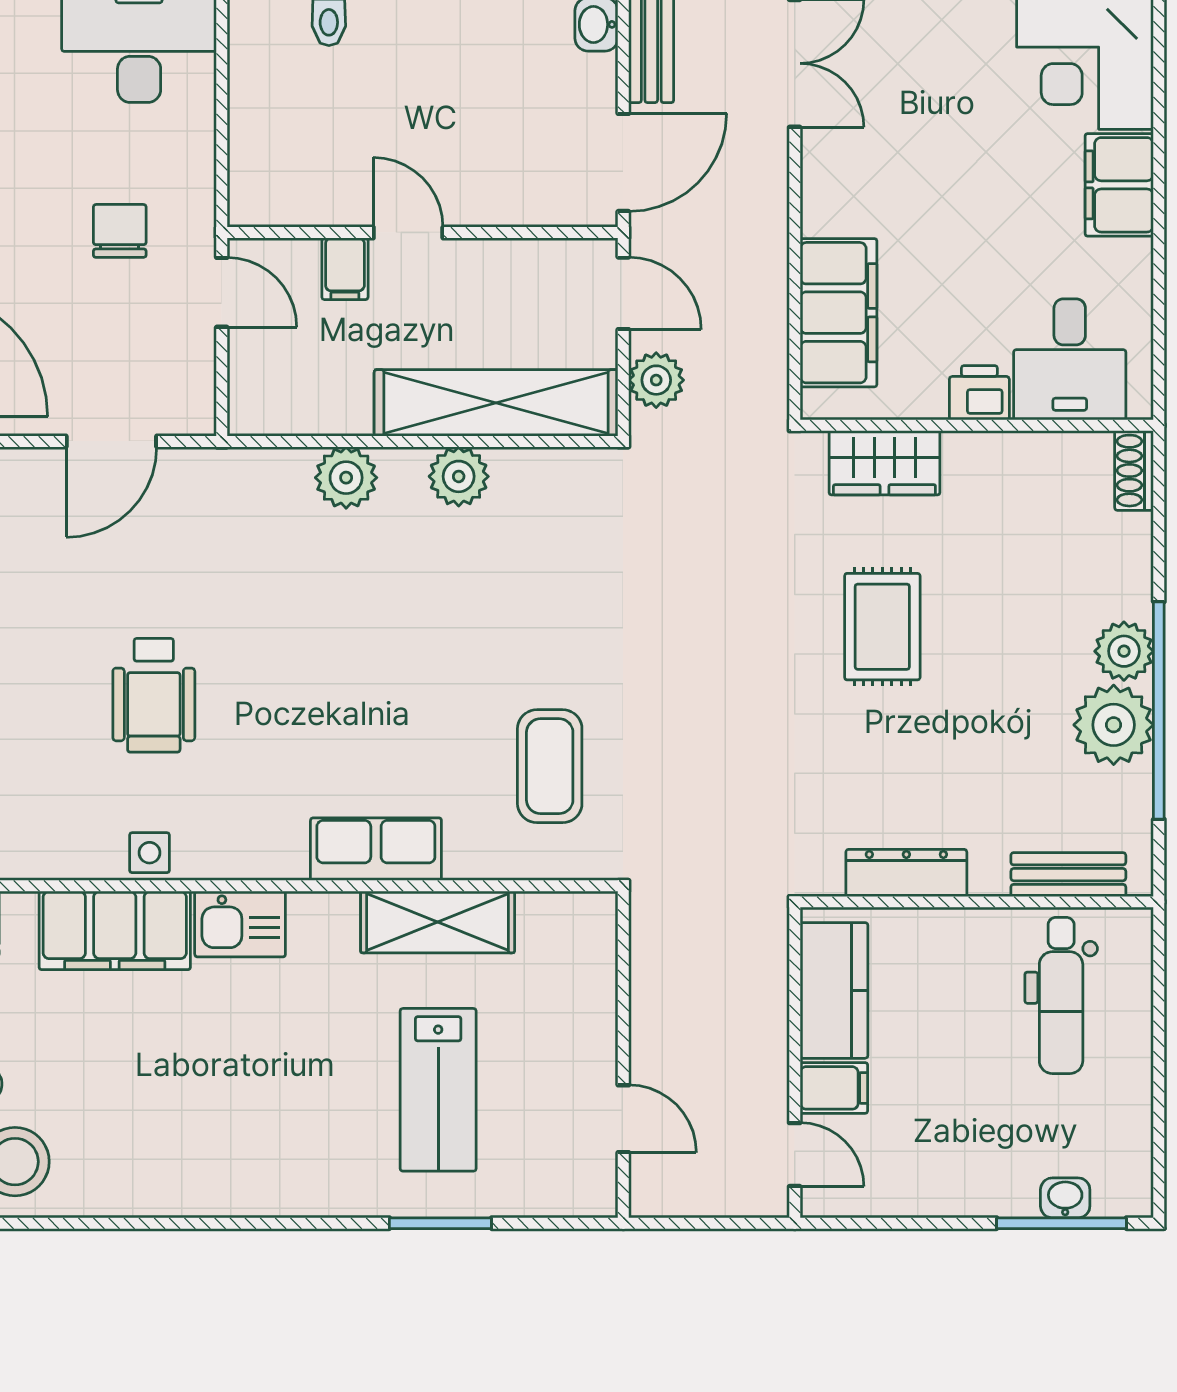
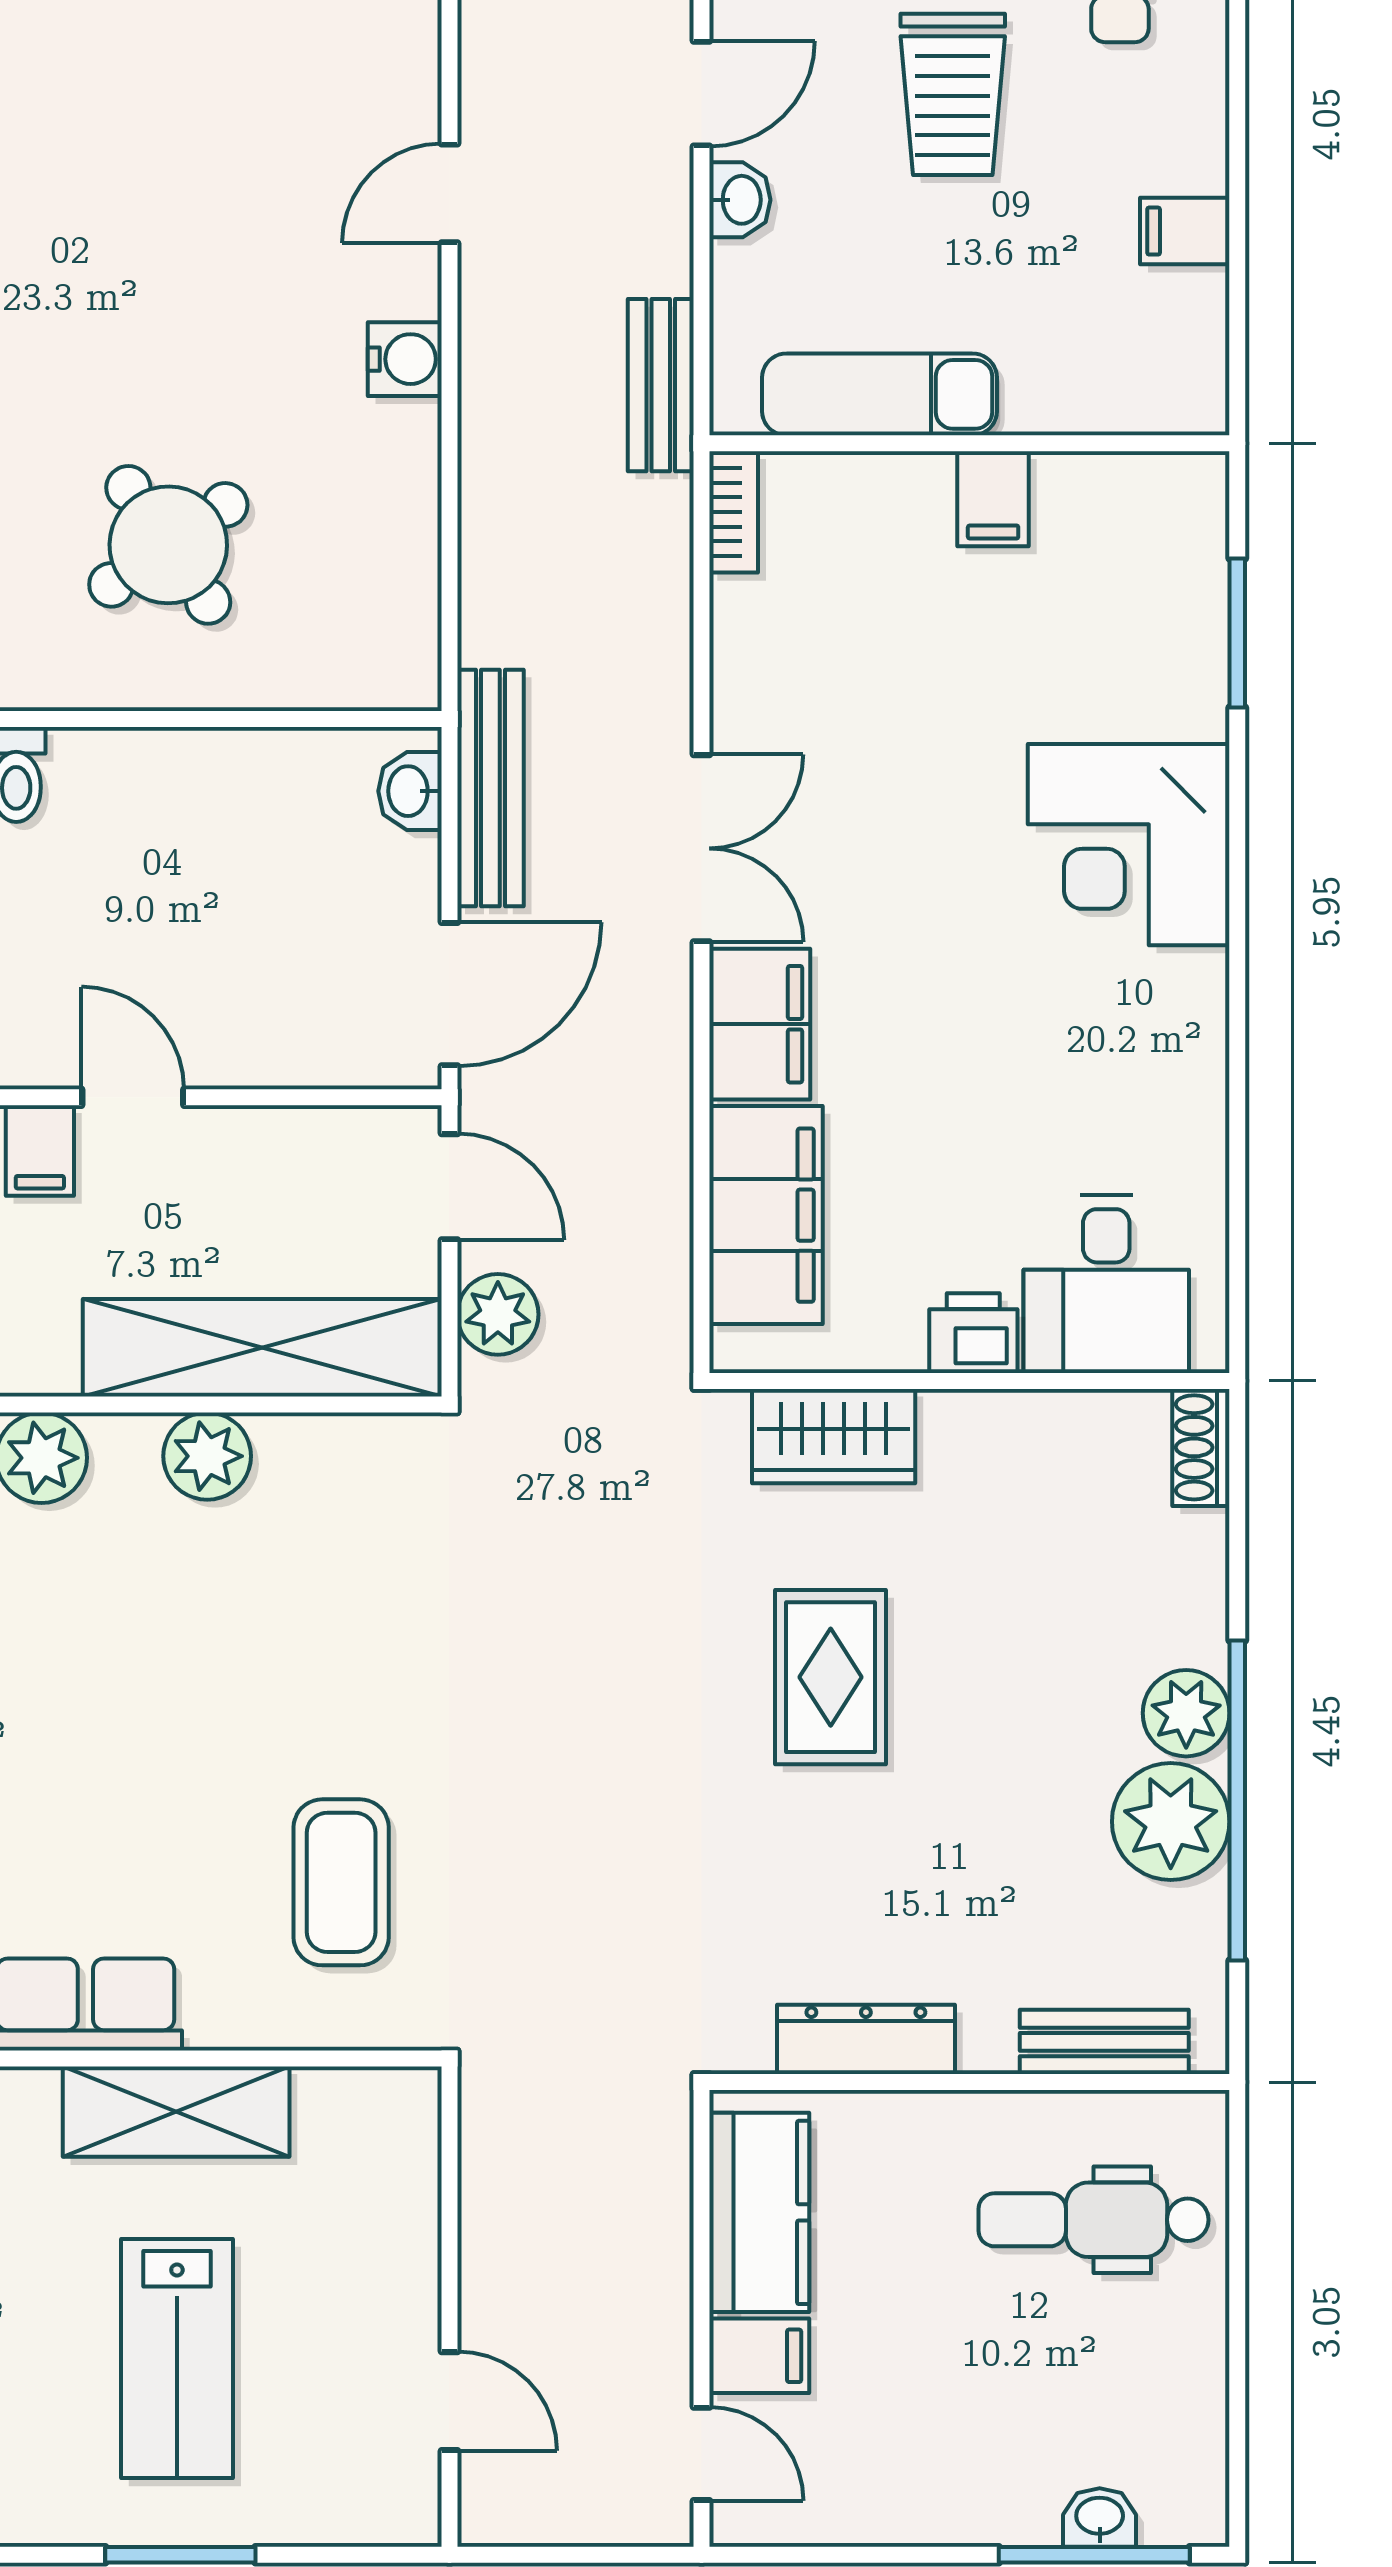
filing cabinet: (1119, 185) -> (760, 1024), moved, turned 180
dental chair: (1061, 995) -> (1094, 2220), turned 90

